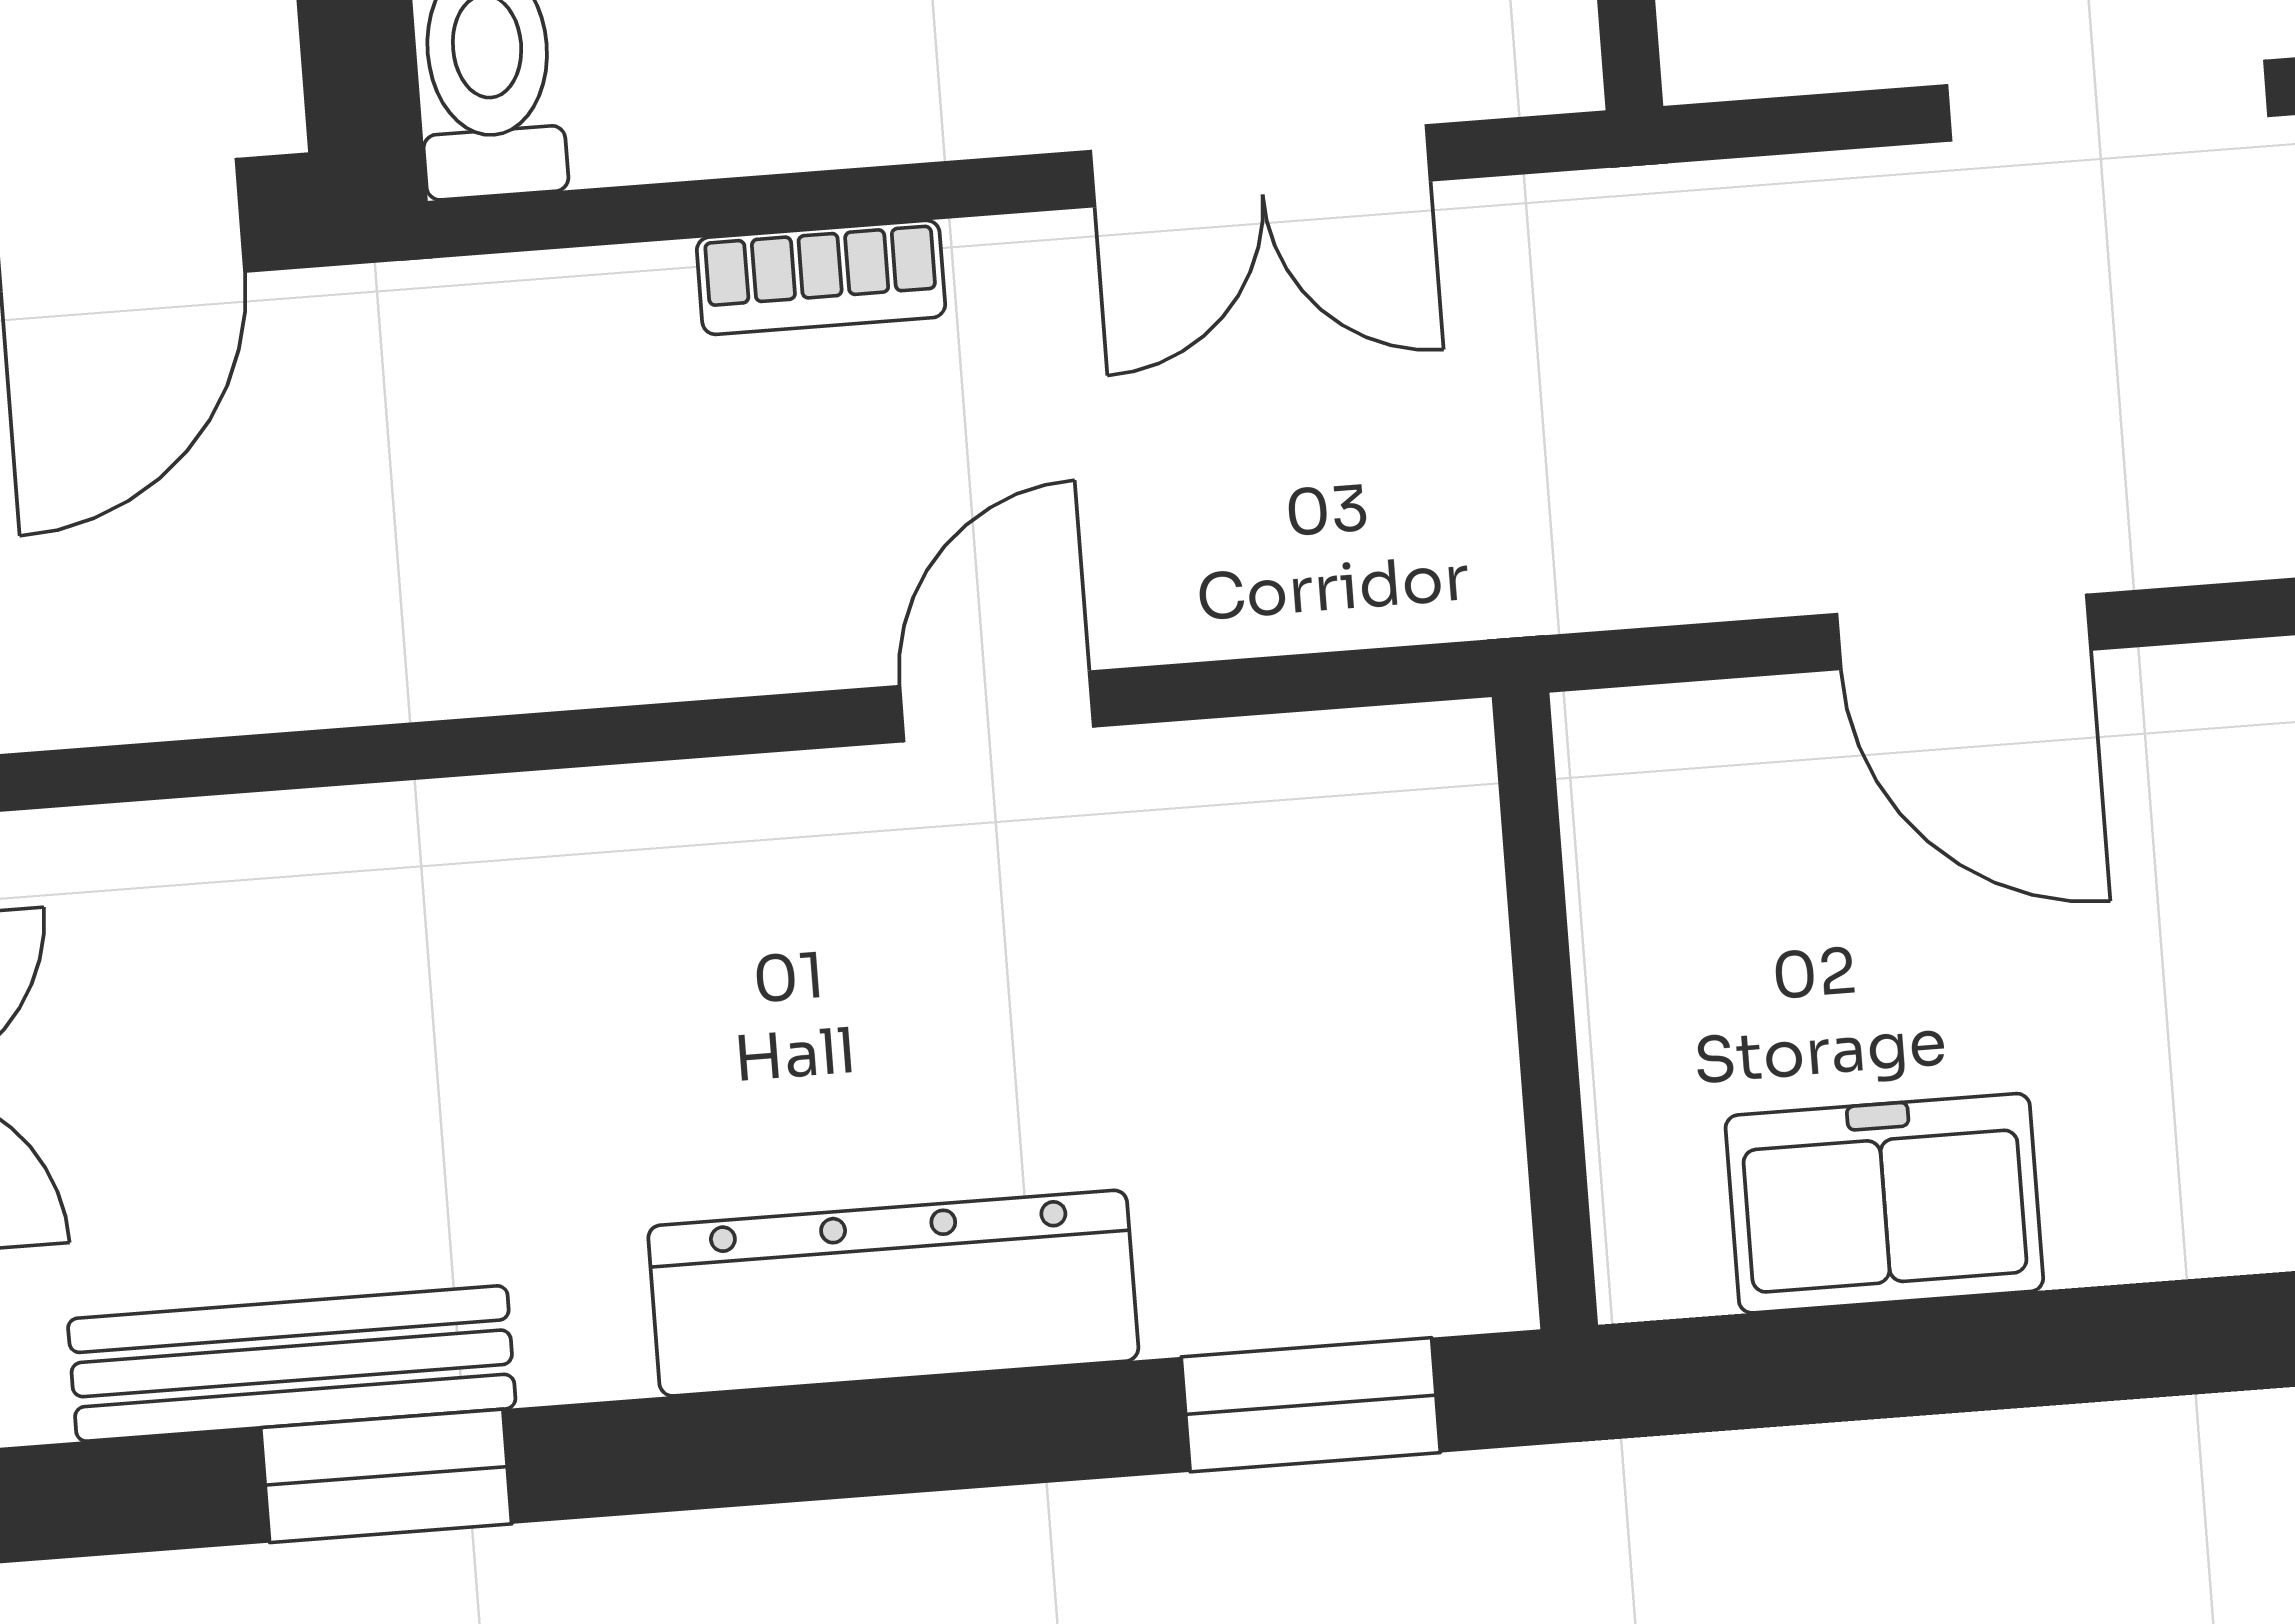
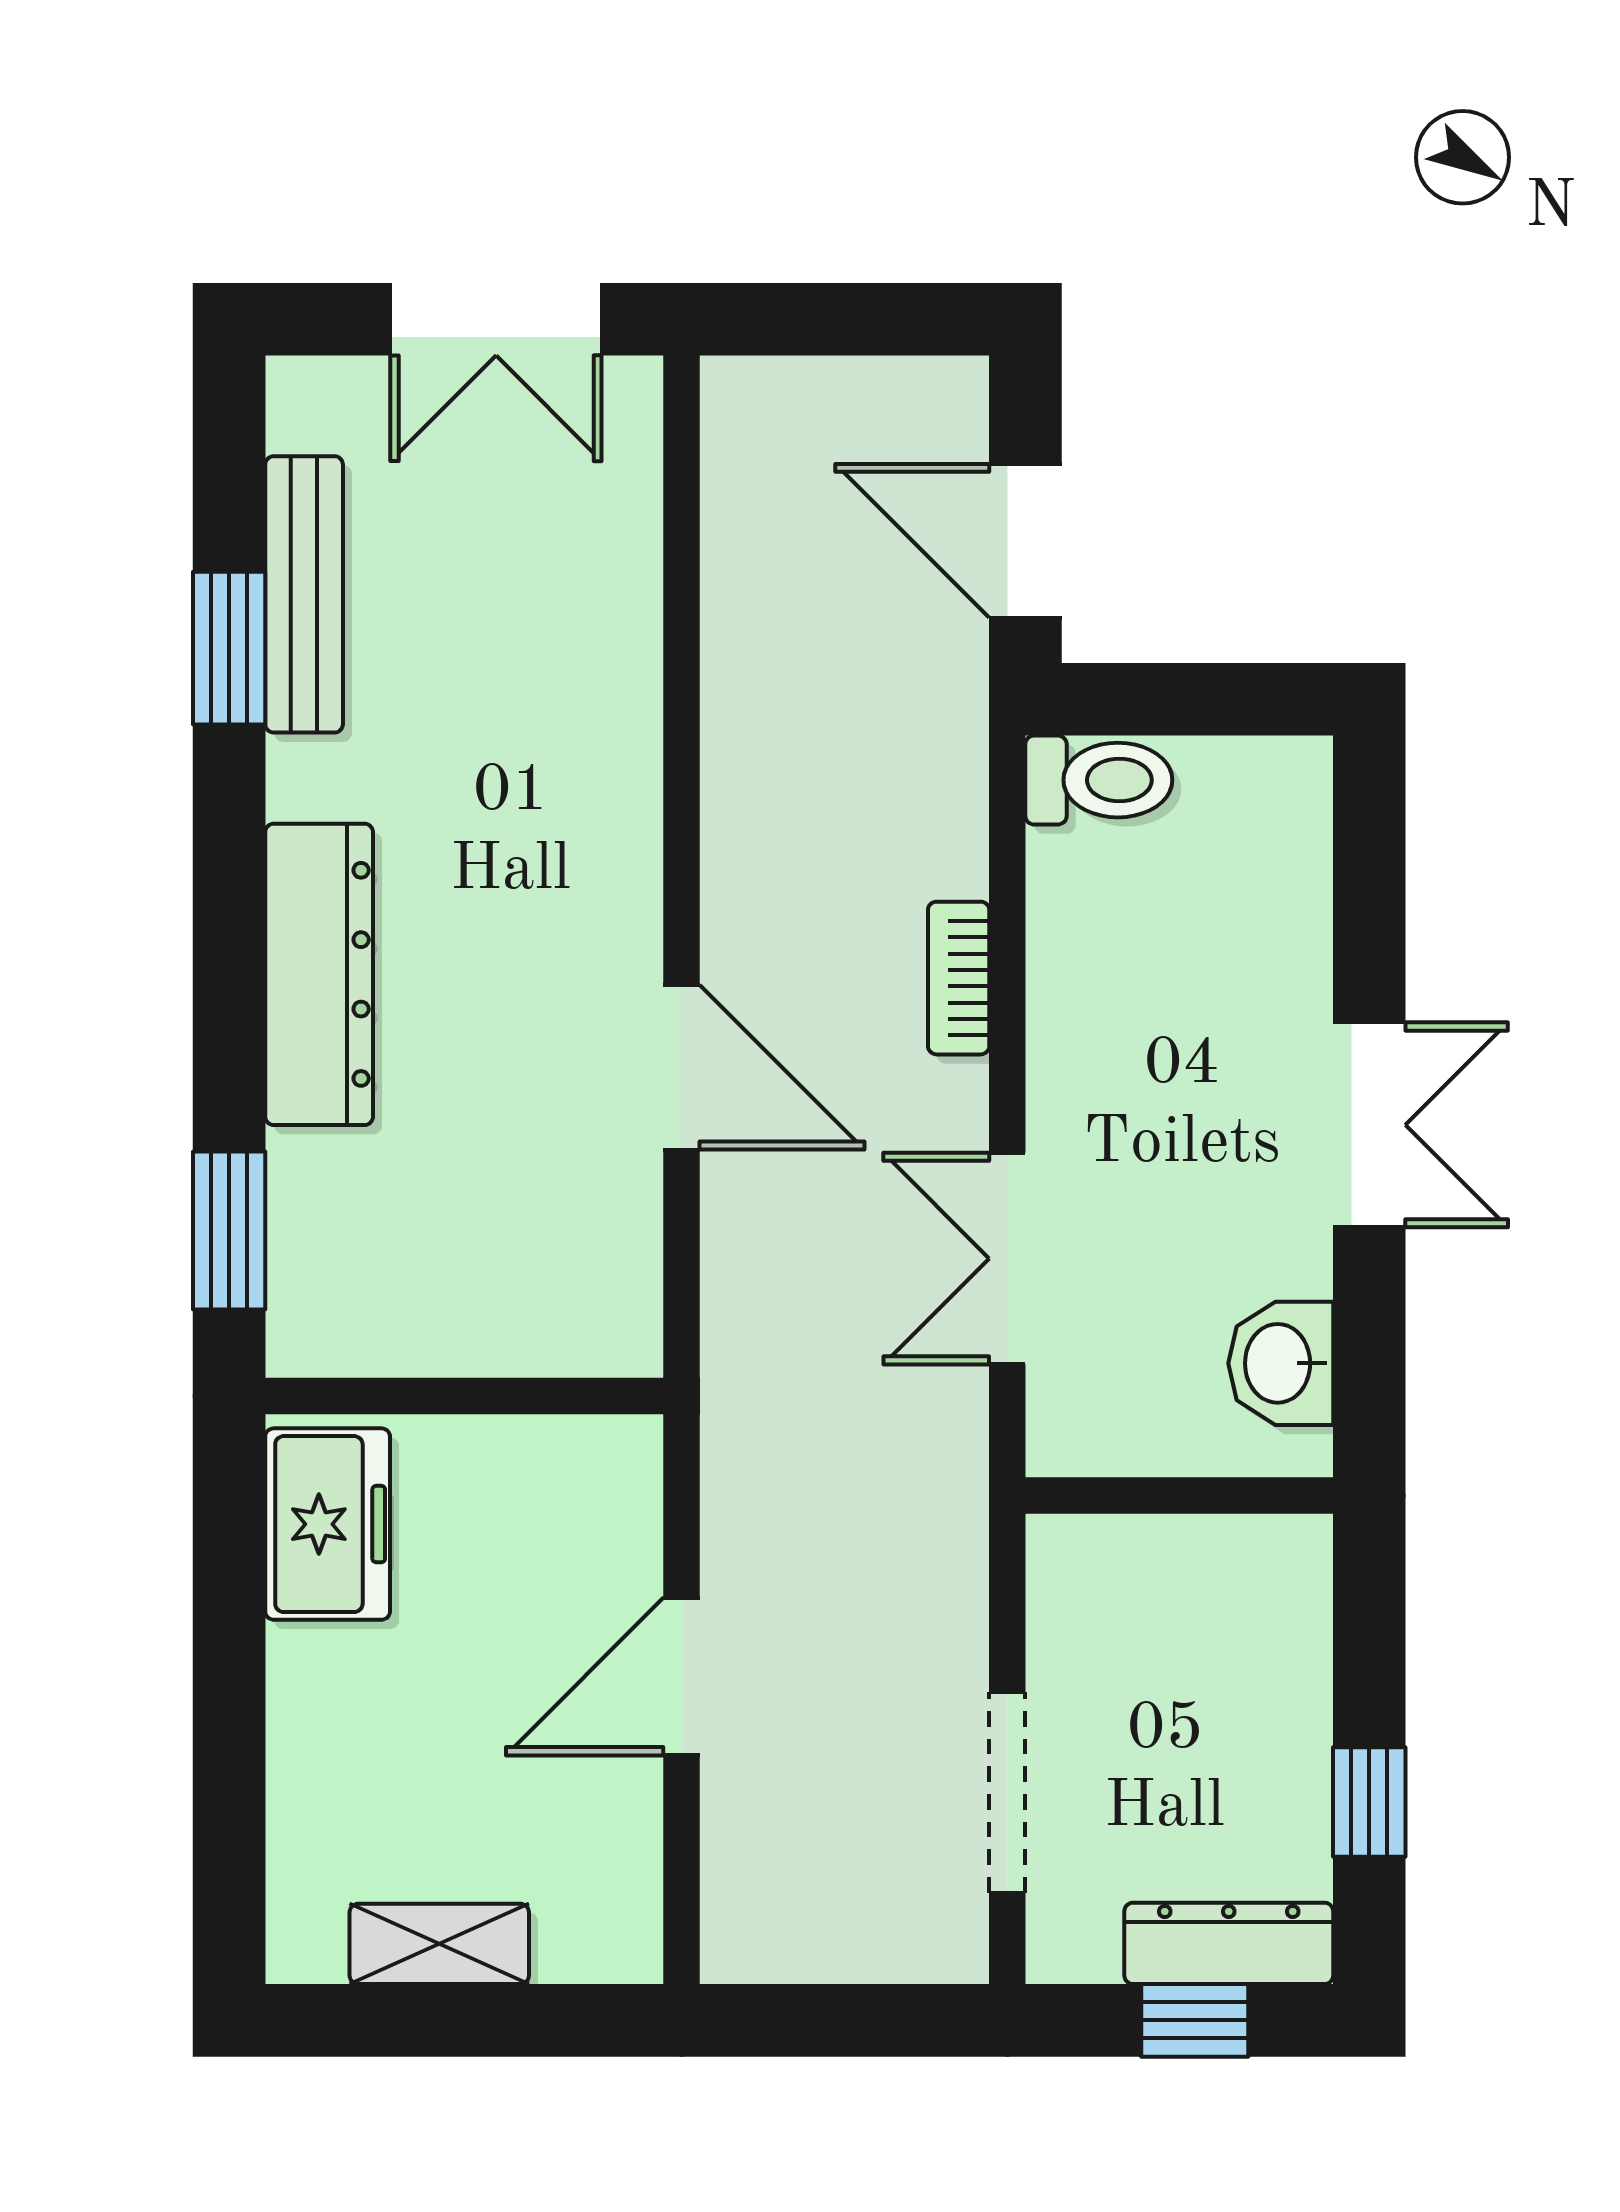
door: (997, 706) -> (682, 1067), width x1.38
freezer: (1884, 1203) -> (328, 1524), moved

